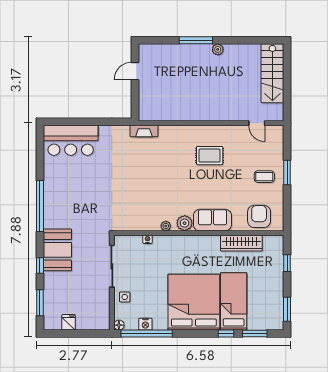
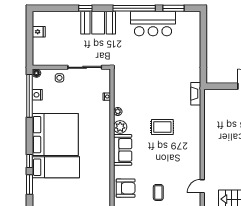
bar counter: (71, 140) -> (153, 24), moved, turned -90
rug: (210, 156) -> (162, 127), moved, turned 90
wardrobe: (241, 243) -> (104, 174), removed
window: (40, 303) -> (173, 8), moved

